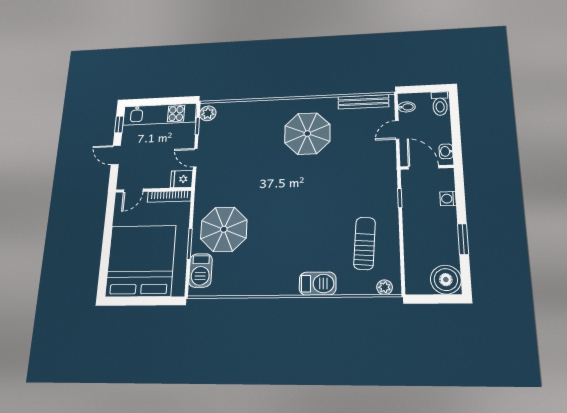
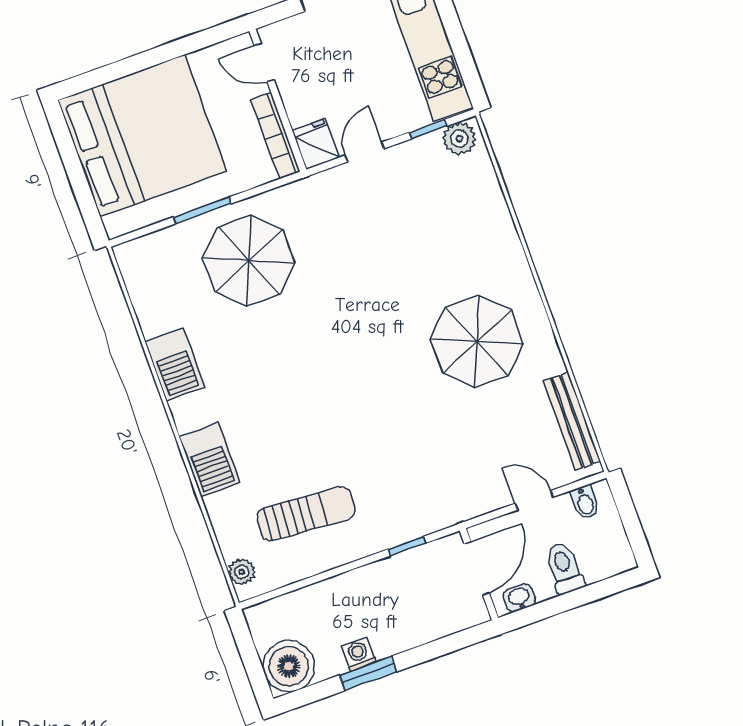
toilet: (440, 104) -> (564, 568), moved, turned 90
washing machine: (448, 199) -> (358, 654), moved
barbecue: (200, 270) -> (175, 364), moved, turned -90

